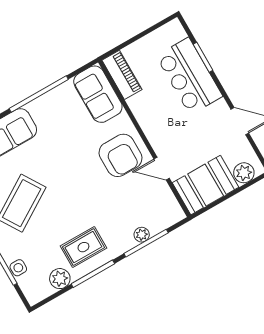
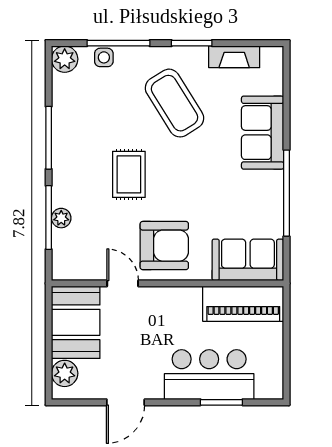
piano: (122, 75) -> (243, 304), width x1.37, depth x1.33
armchair: (120, 155) -> (164, 246), turned 180
door: (162, 169) -> (123, 283), hinge flipped
rug: (83, 247) -> (129, 174), moved
plant: (60, 279) -> (65, 59), moved

